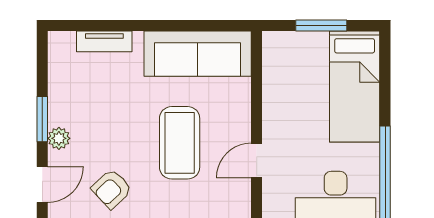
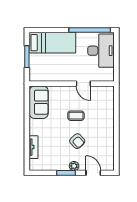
sofa: (198, 54) -> (39, 102), width x0.73
coffee table: (180, 143) -> (76, 116), width x0.54, depth x0.58
armchair: (112, 189) -> (77, 141), moved

